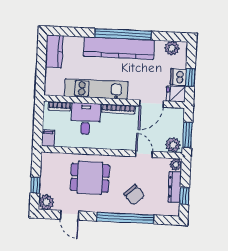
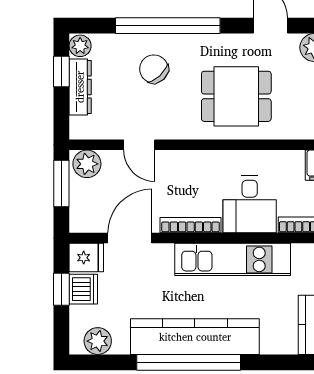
plant: (176, 165) -> (80, 46), moved

